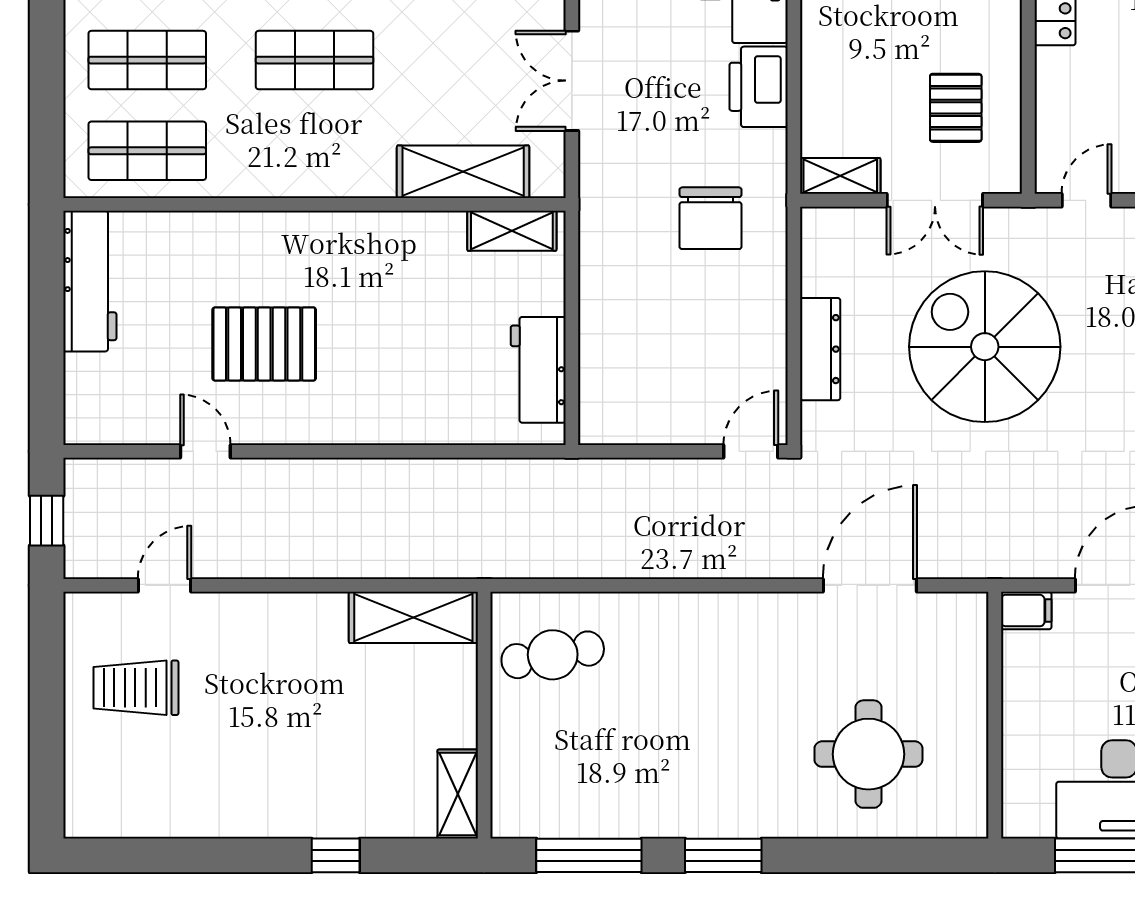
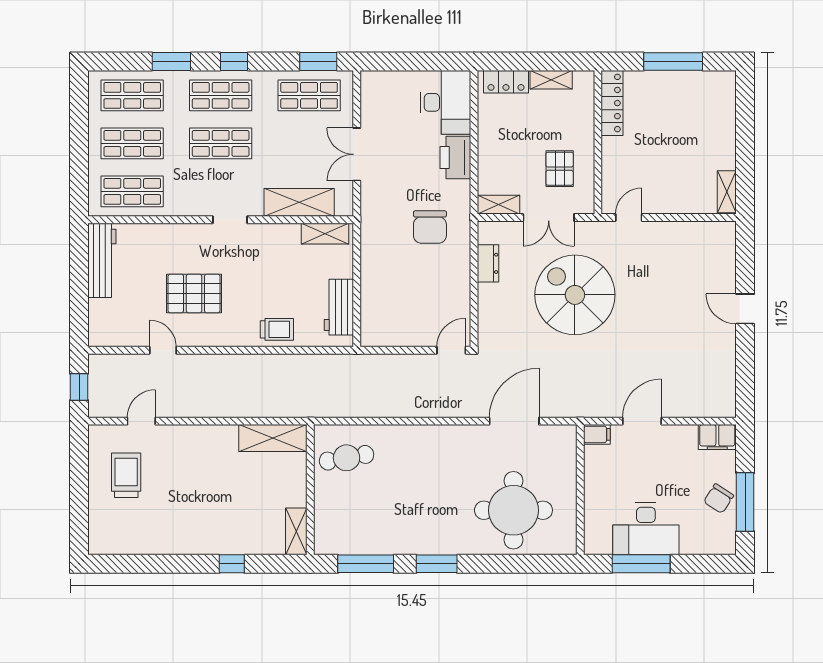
doorway: (332, 204) -> (230, 220), added
dresser: (820, 349) -> (488, 263), moved, width x0.70
trolley: (421, 412) -> (277, 329), added
trolley: (136, 688) -> (126, 475), turned 90
round table: (868, 754) -> (513, 510), width x1.36, depth x1.36

